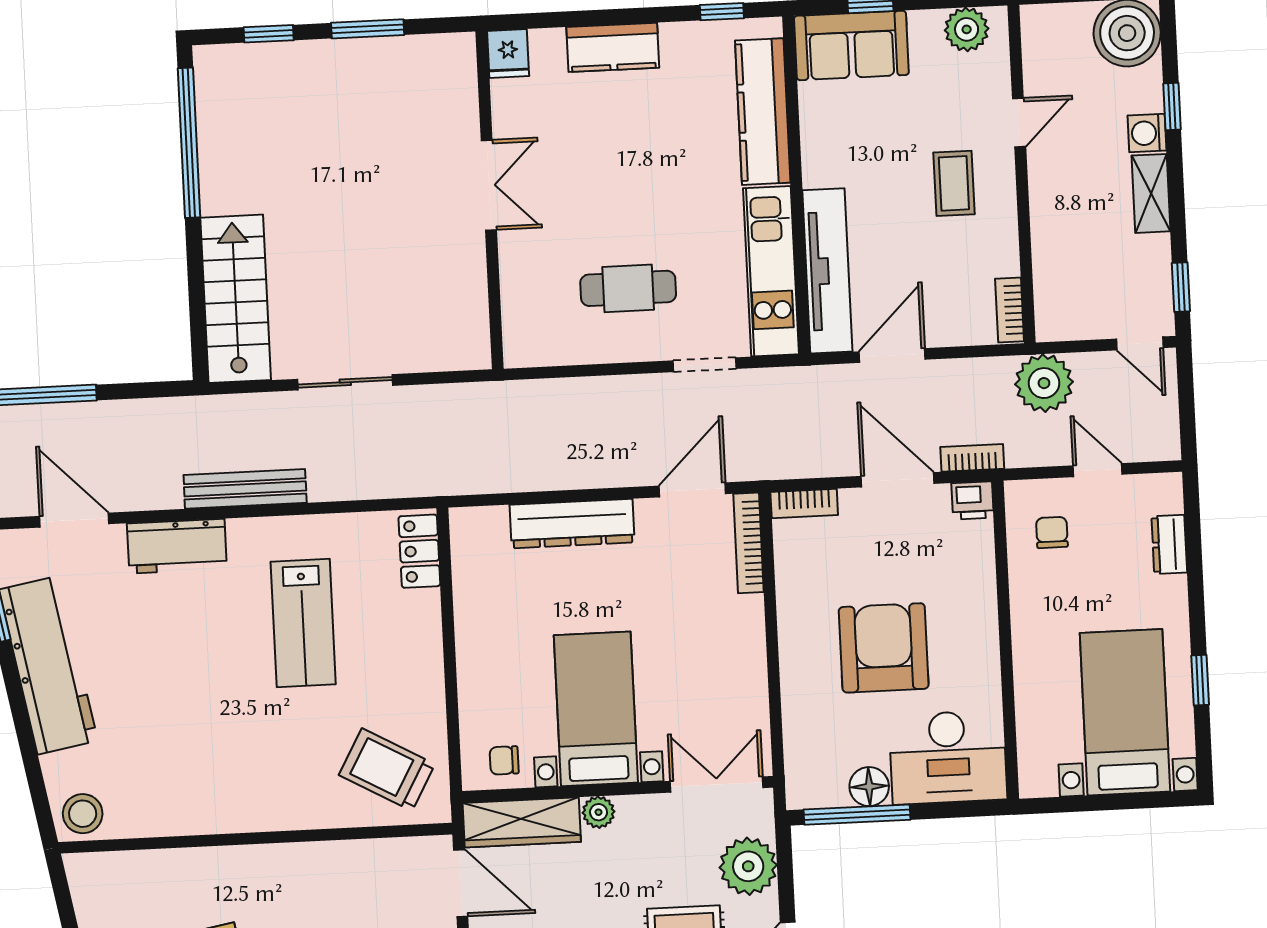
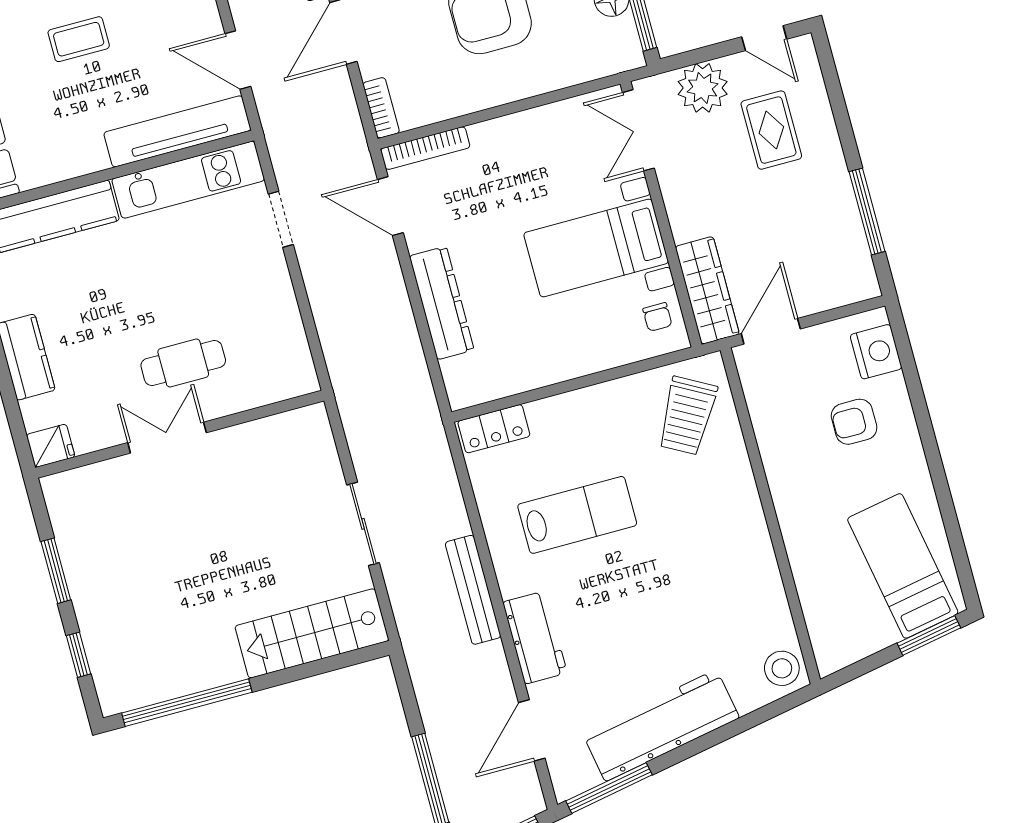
cafe table: (628, 288) -> (183, 363), moved, turned 90
plant: (599, 812) -> (684, 226), removed

